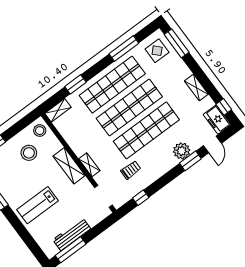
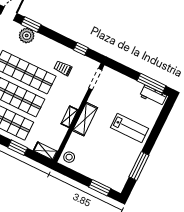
stool: (29, 153) -> (91, 157), removed
shelving: (89, 165) -> (69, 117), moved
workbench: (72, 234) -> (153, 96), moved, width x0.73

